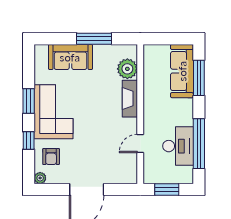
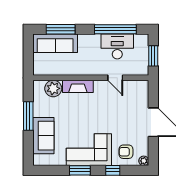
armchair: (51, 157) -> (126, 152), turned 180

